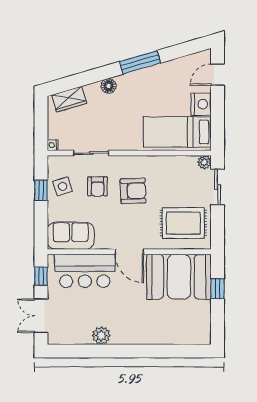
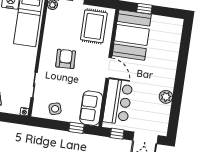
armchair: (97, 186) -> (59, 84), removed
window: (41, 190) -> (76, 128), moved
door: (129, 252) -> (109, 68), hinge flipped

